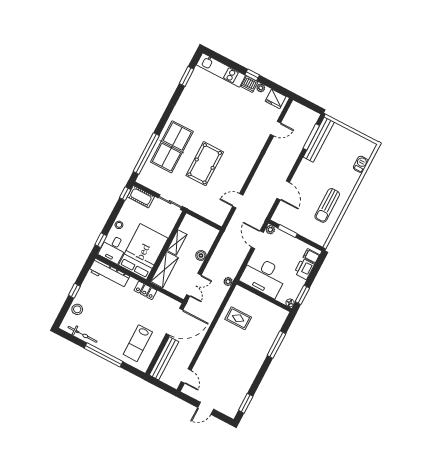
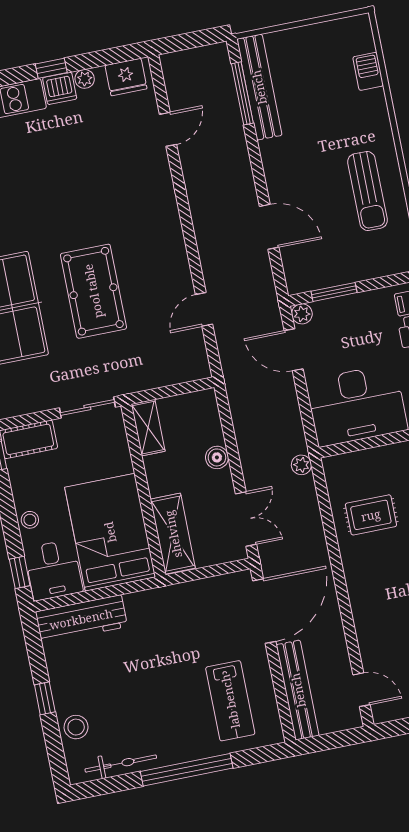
shelving: (177, 242) -> (148, 428), moved
locker: (145, 290) -> (169, 597), removed

